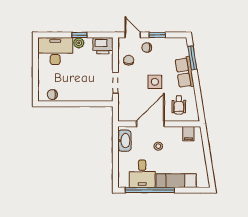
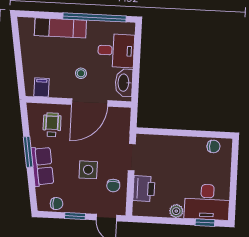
window: (79, 35) -> (205, 223), moved
printer: (103, 46) -> (144, 189), moved, turned 90
chair: (147, 48) -> (57, 204), moved
window: (192, 58) -> (28, 152), moved
side table: (155, 82) -> (88, 170), moved
desk: (142, 174) -> (116, 51), moved, turned 90

